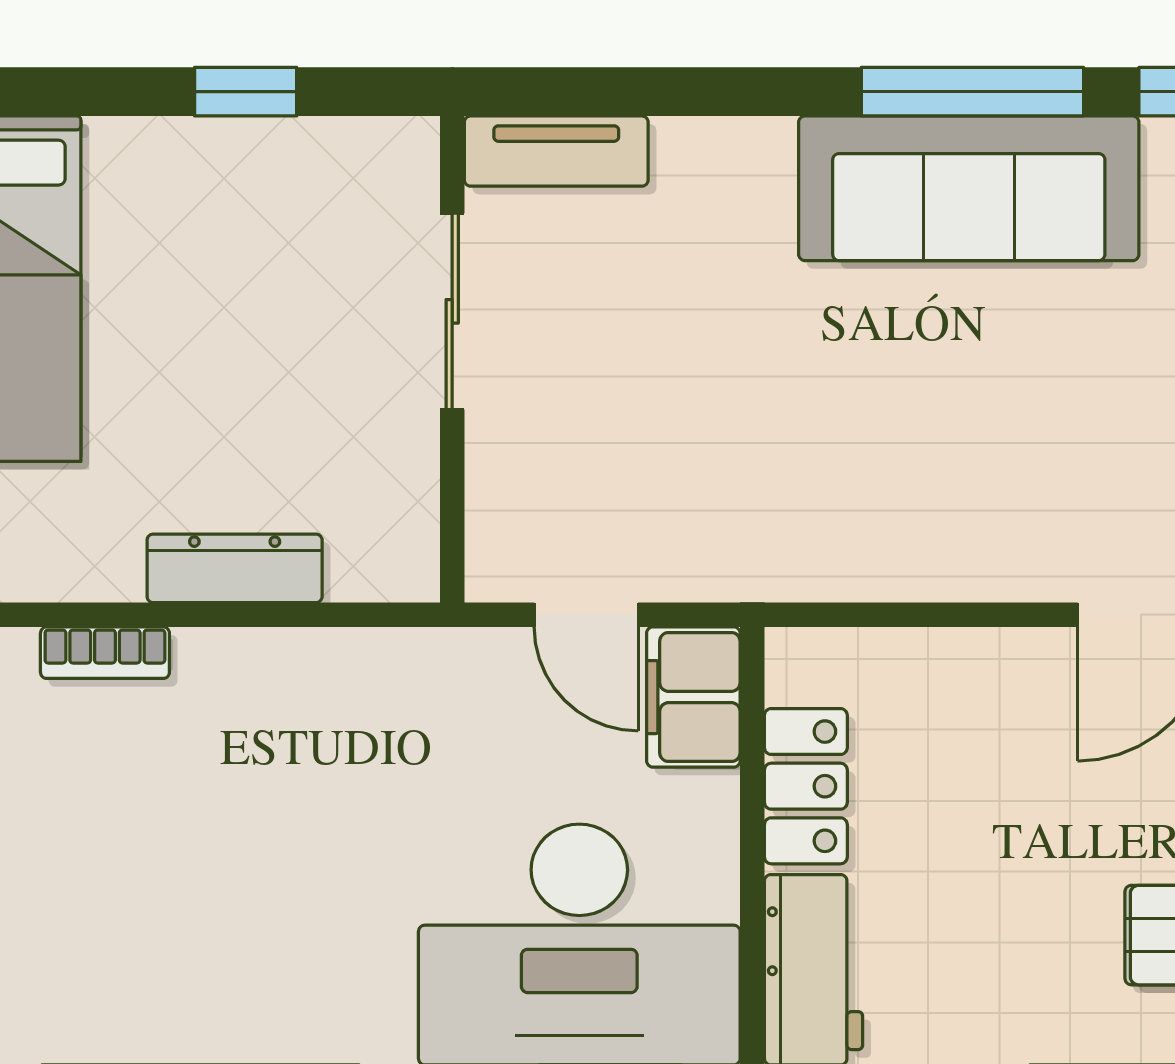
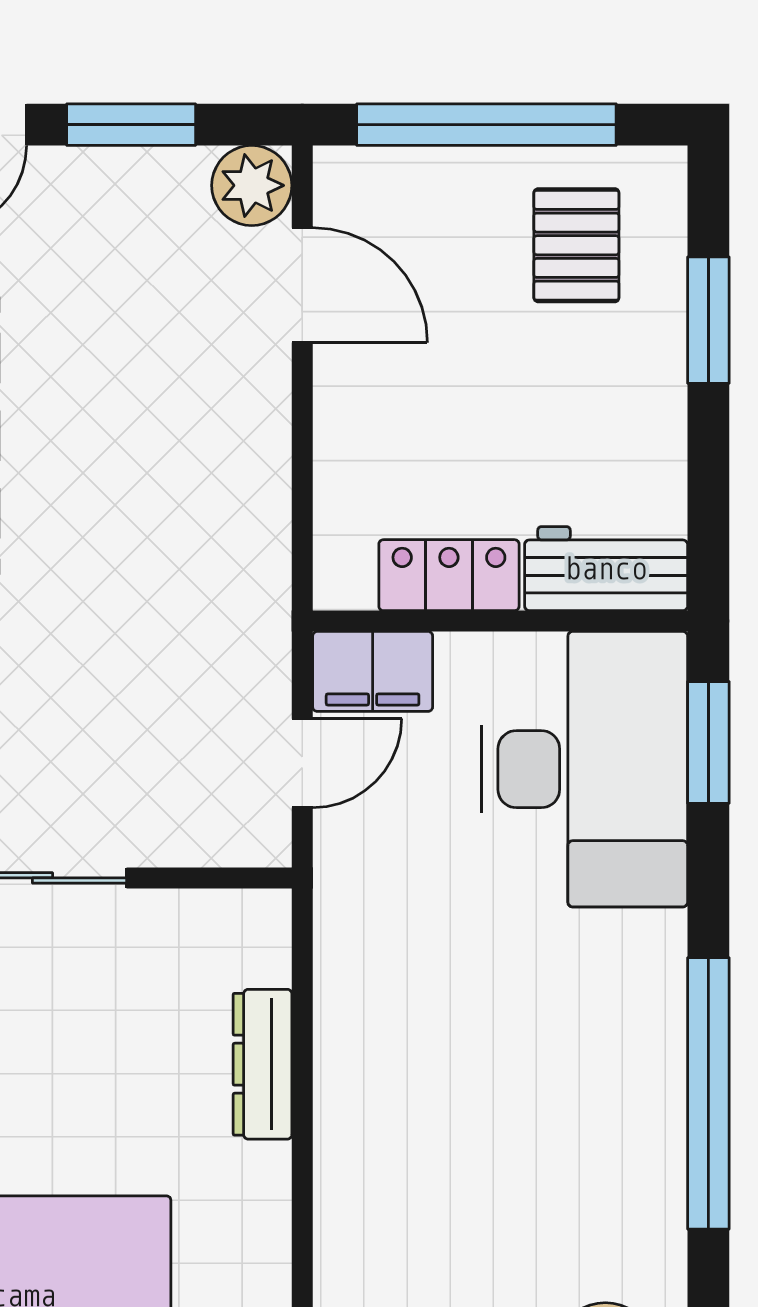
bookcase: (105, 653) -> (335, 1175), removed

